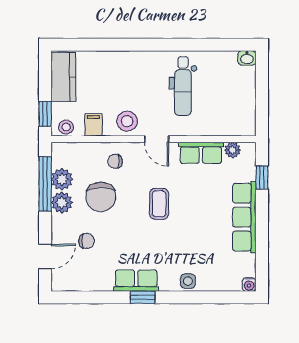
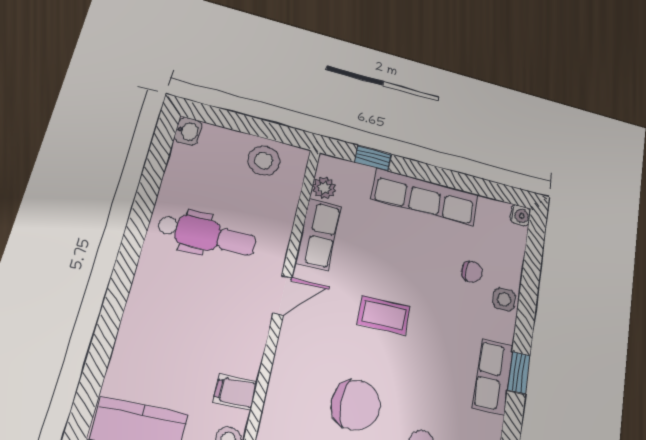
stool: (127, 121) -> (264, 161), moved
chair: (115, 161) -> (472, 272), moved, turned -90

